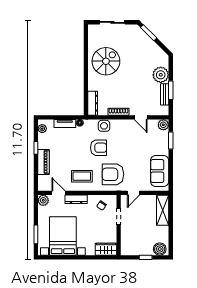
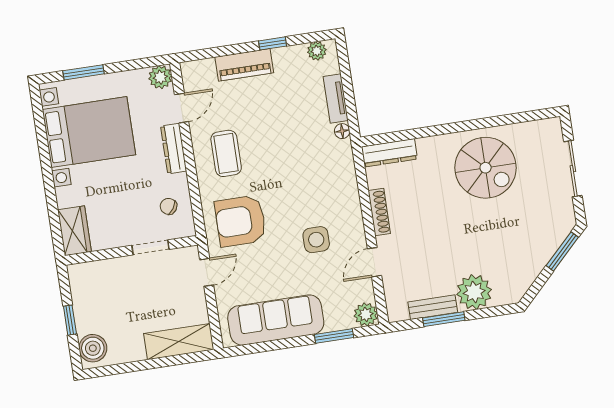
side table: (104, 126) -> (316, 240), moved
armchair: (98, 148) -> (294, 180), removed
sofa: (160, 171) -> (276, 320), width x1.36
armchair: (113, 174) -> (241, 221), turned -90
door: (134, 193) -> (207, 272), swing flipped

